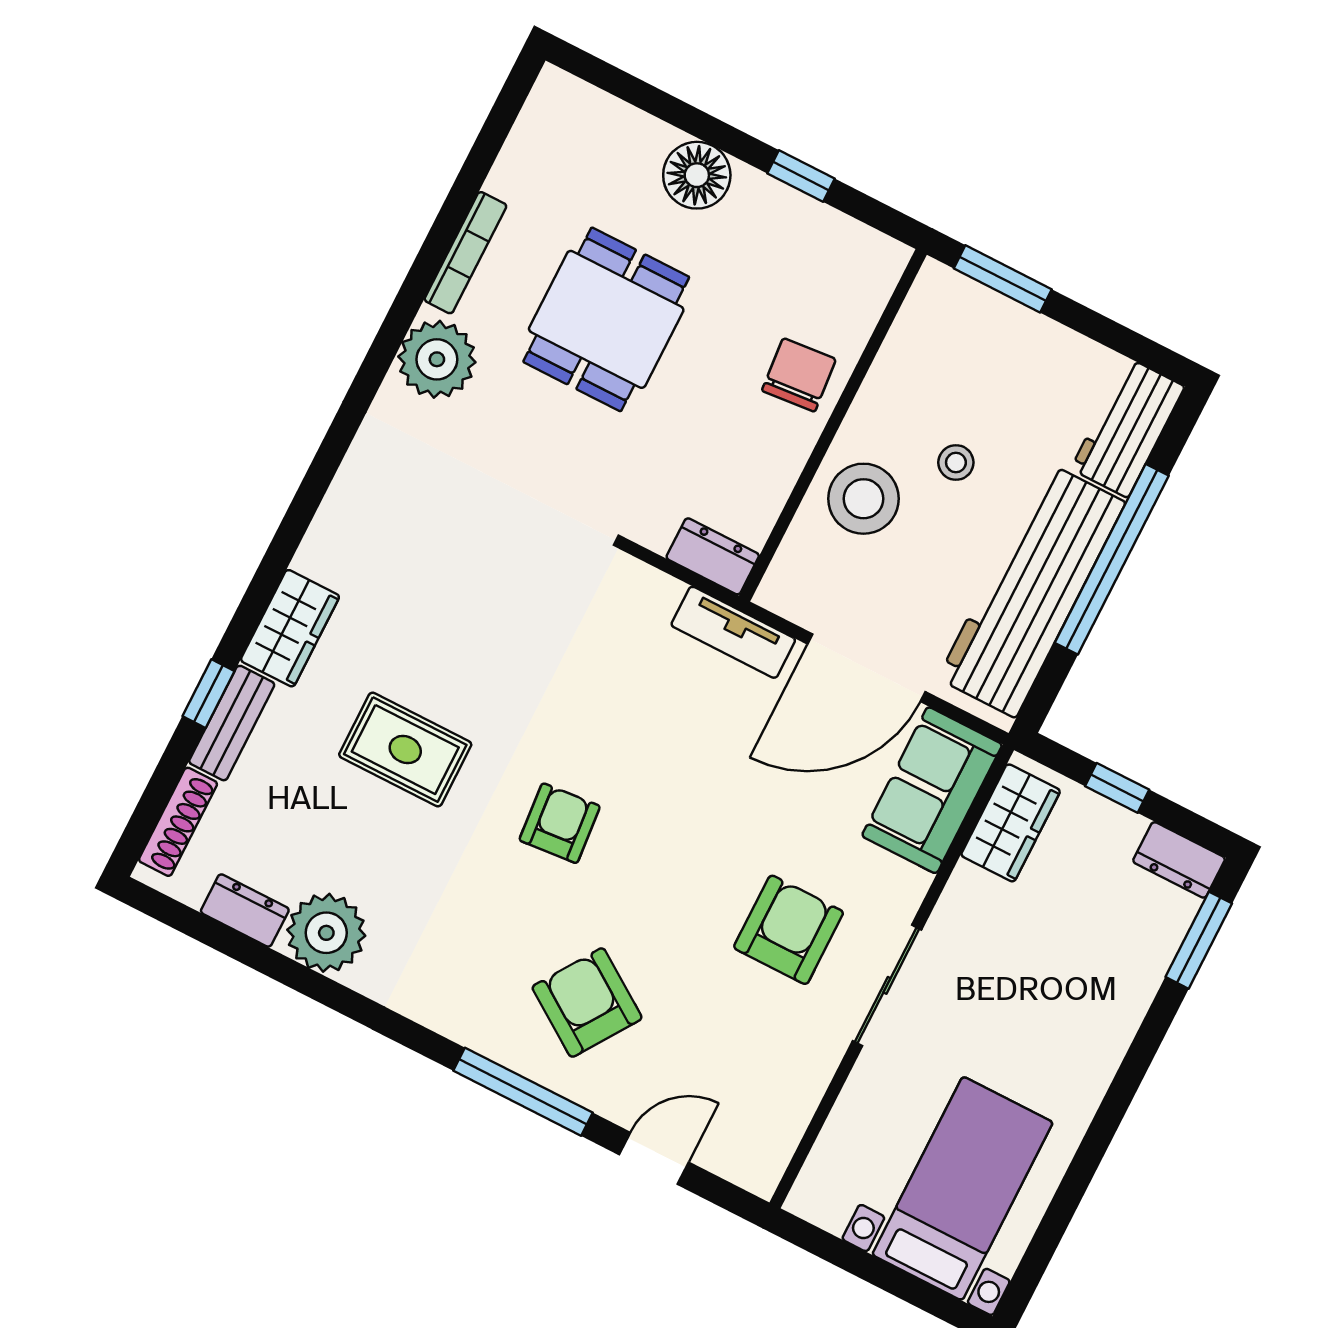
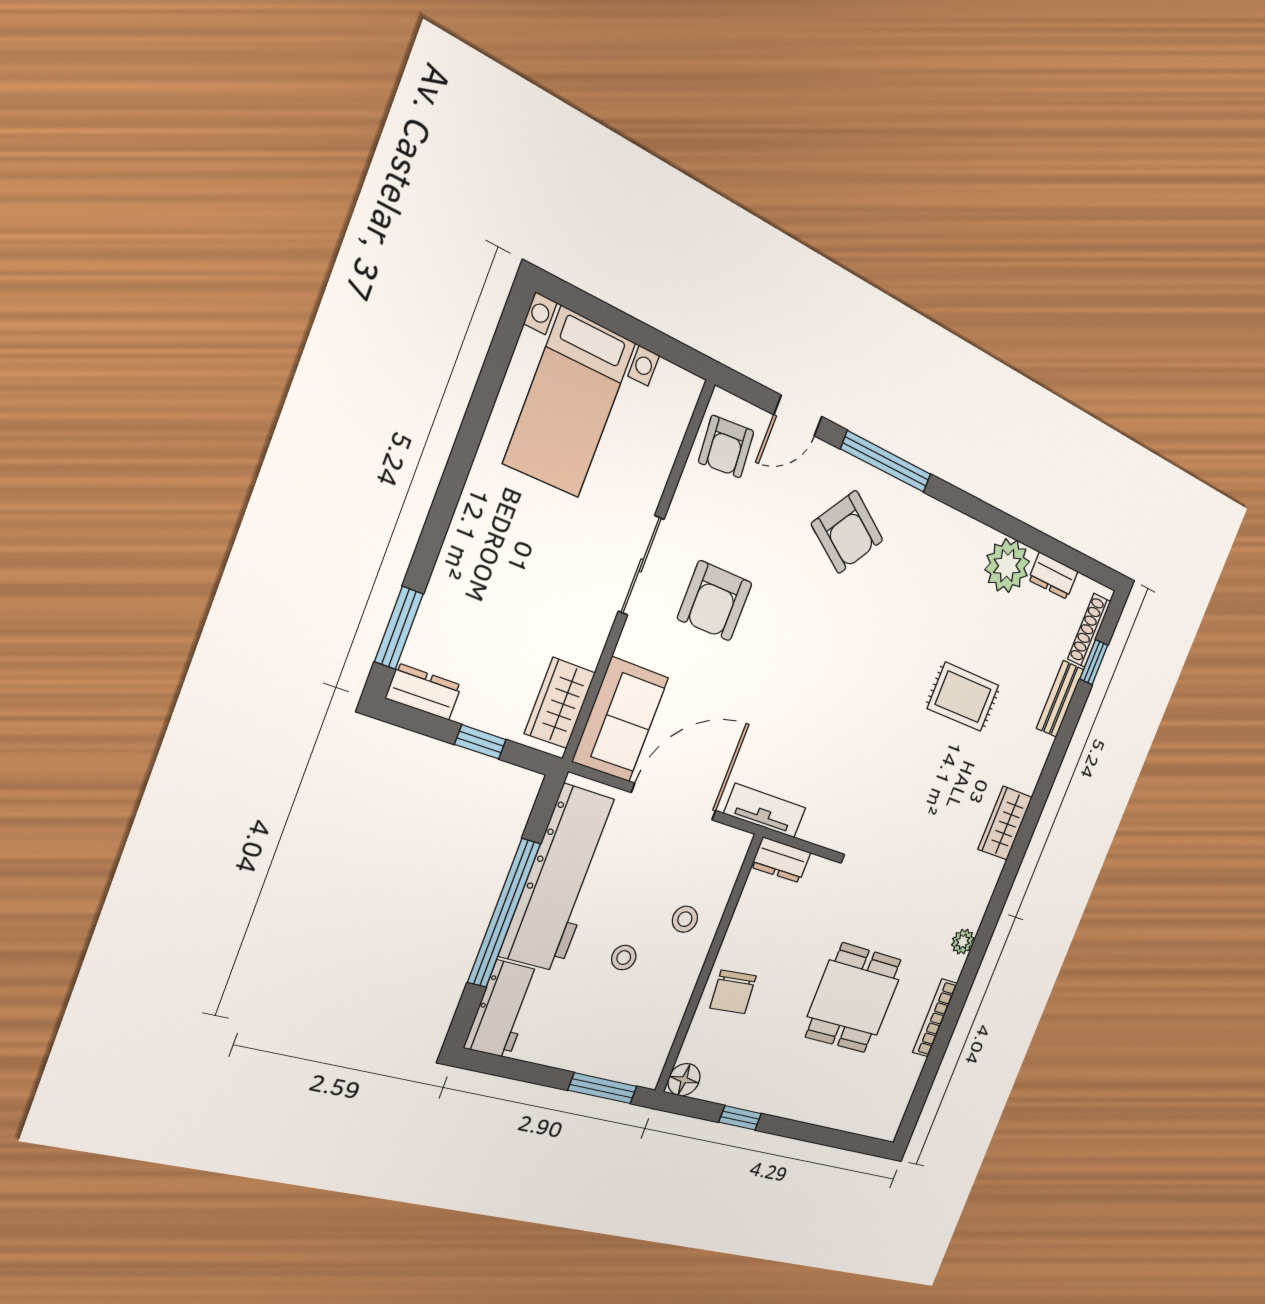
floor lamp: (697, 175) -> (684, 1080), moved, width x0.73, depth x0.73
plant: (437, 359) -> (963, 942), width x0.53, depth x0.53
stool: (863, 499) -> (685, 919), width x0.53, depth x0.53
wardrobe: (290, 628) -> (1005, 823), moved
window: (208, 694) -> (1094, 662), moved
armchair: (560, 823) -> (726, 447), moved

